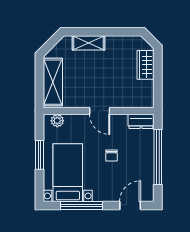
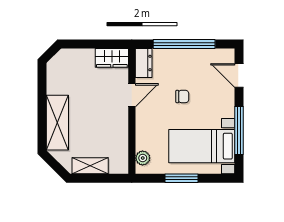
shelving: (88, 43) -> (57, 123), width x1.50, depth x1.33
wardrobe: (146, 65) -> (112, 58), moved
shelving: (53, 82) -> (90, 166), width x0.67, depth x0.75
door: (100, 111) -> (132, 95), moved

